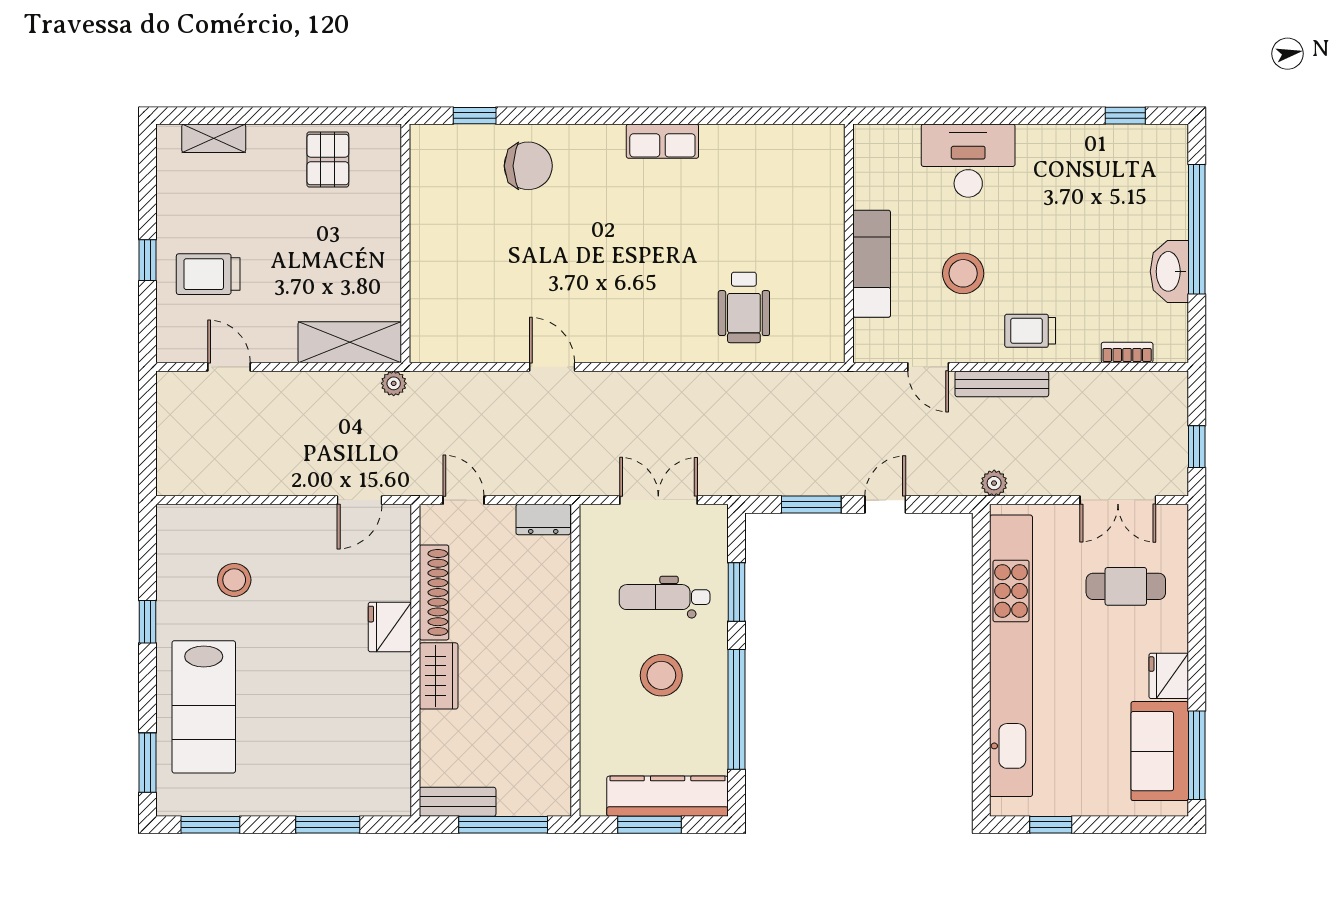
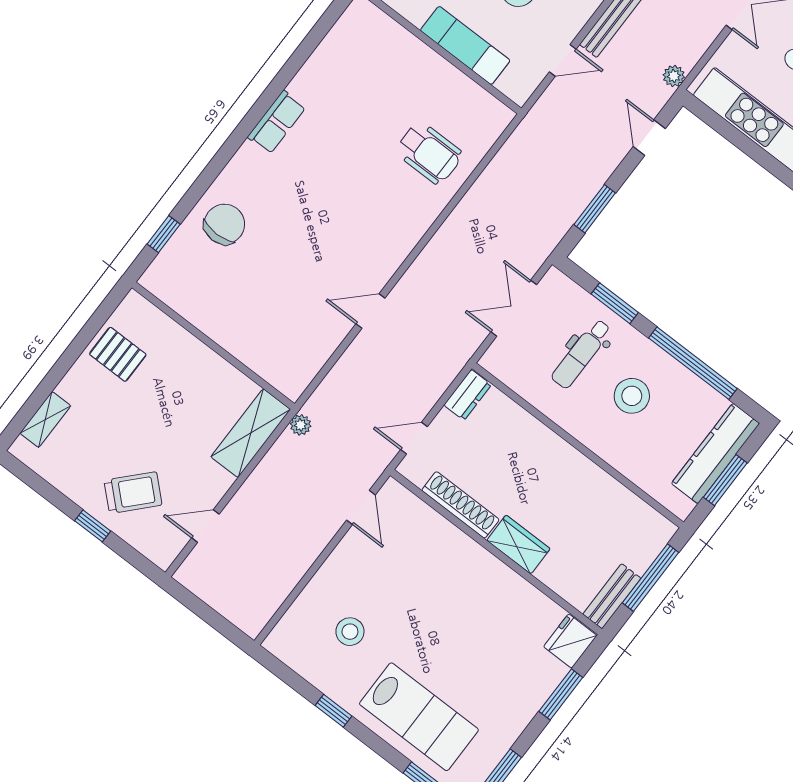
trolley: (208, 274) -> (133, 493), turned -137
door: (885, 505) -> (649, 138), moved
fridge: (390, 627) -> (570, 641), moved, turned 90

